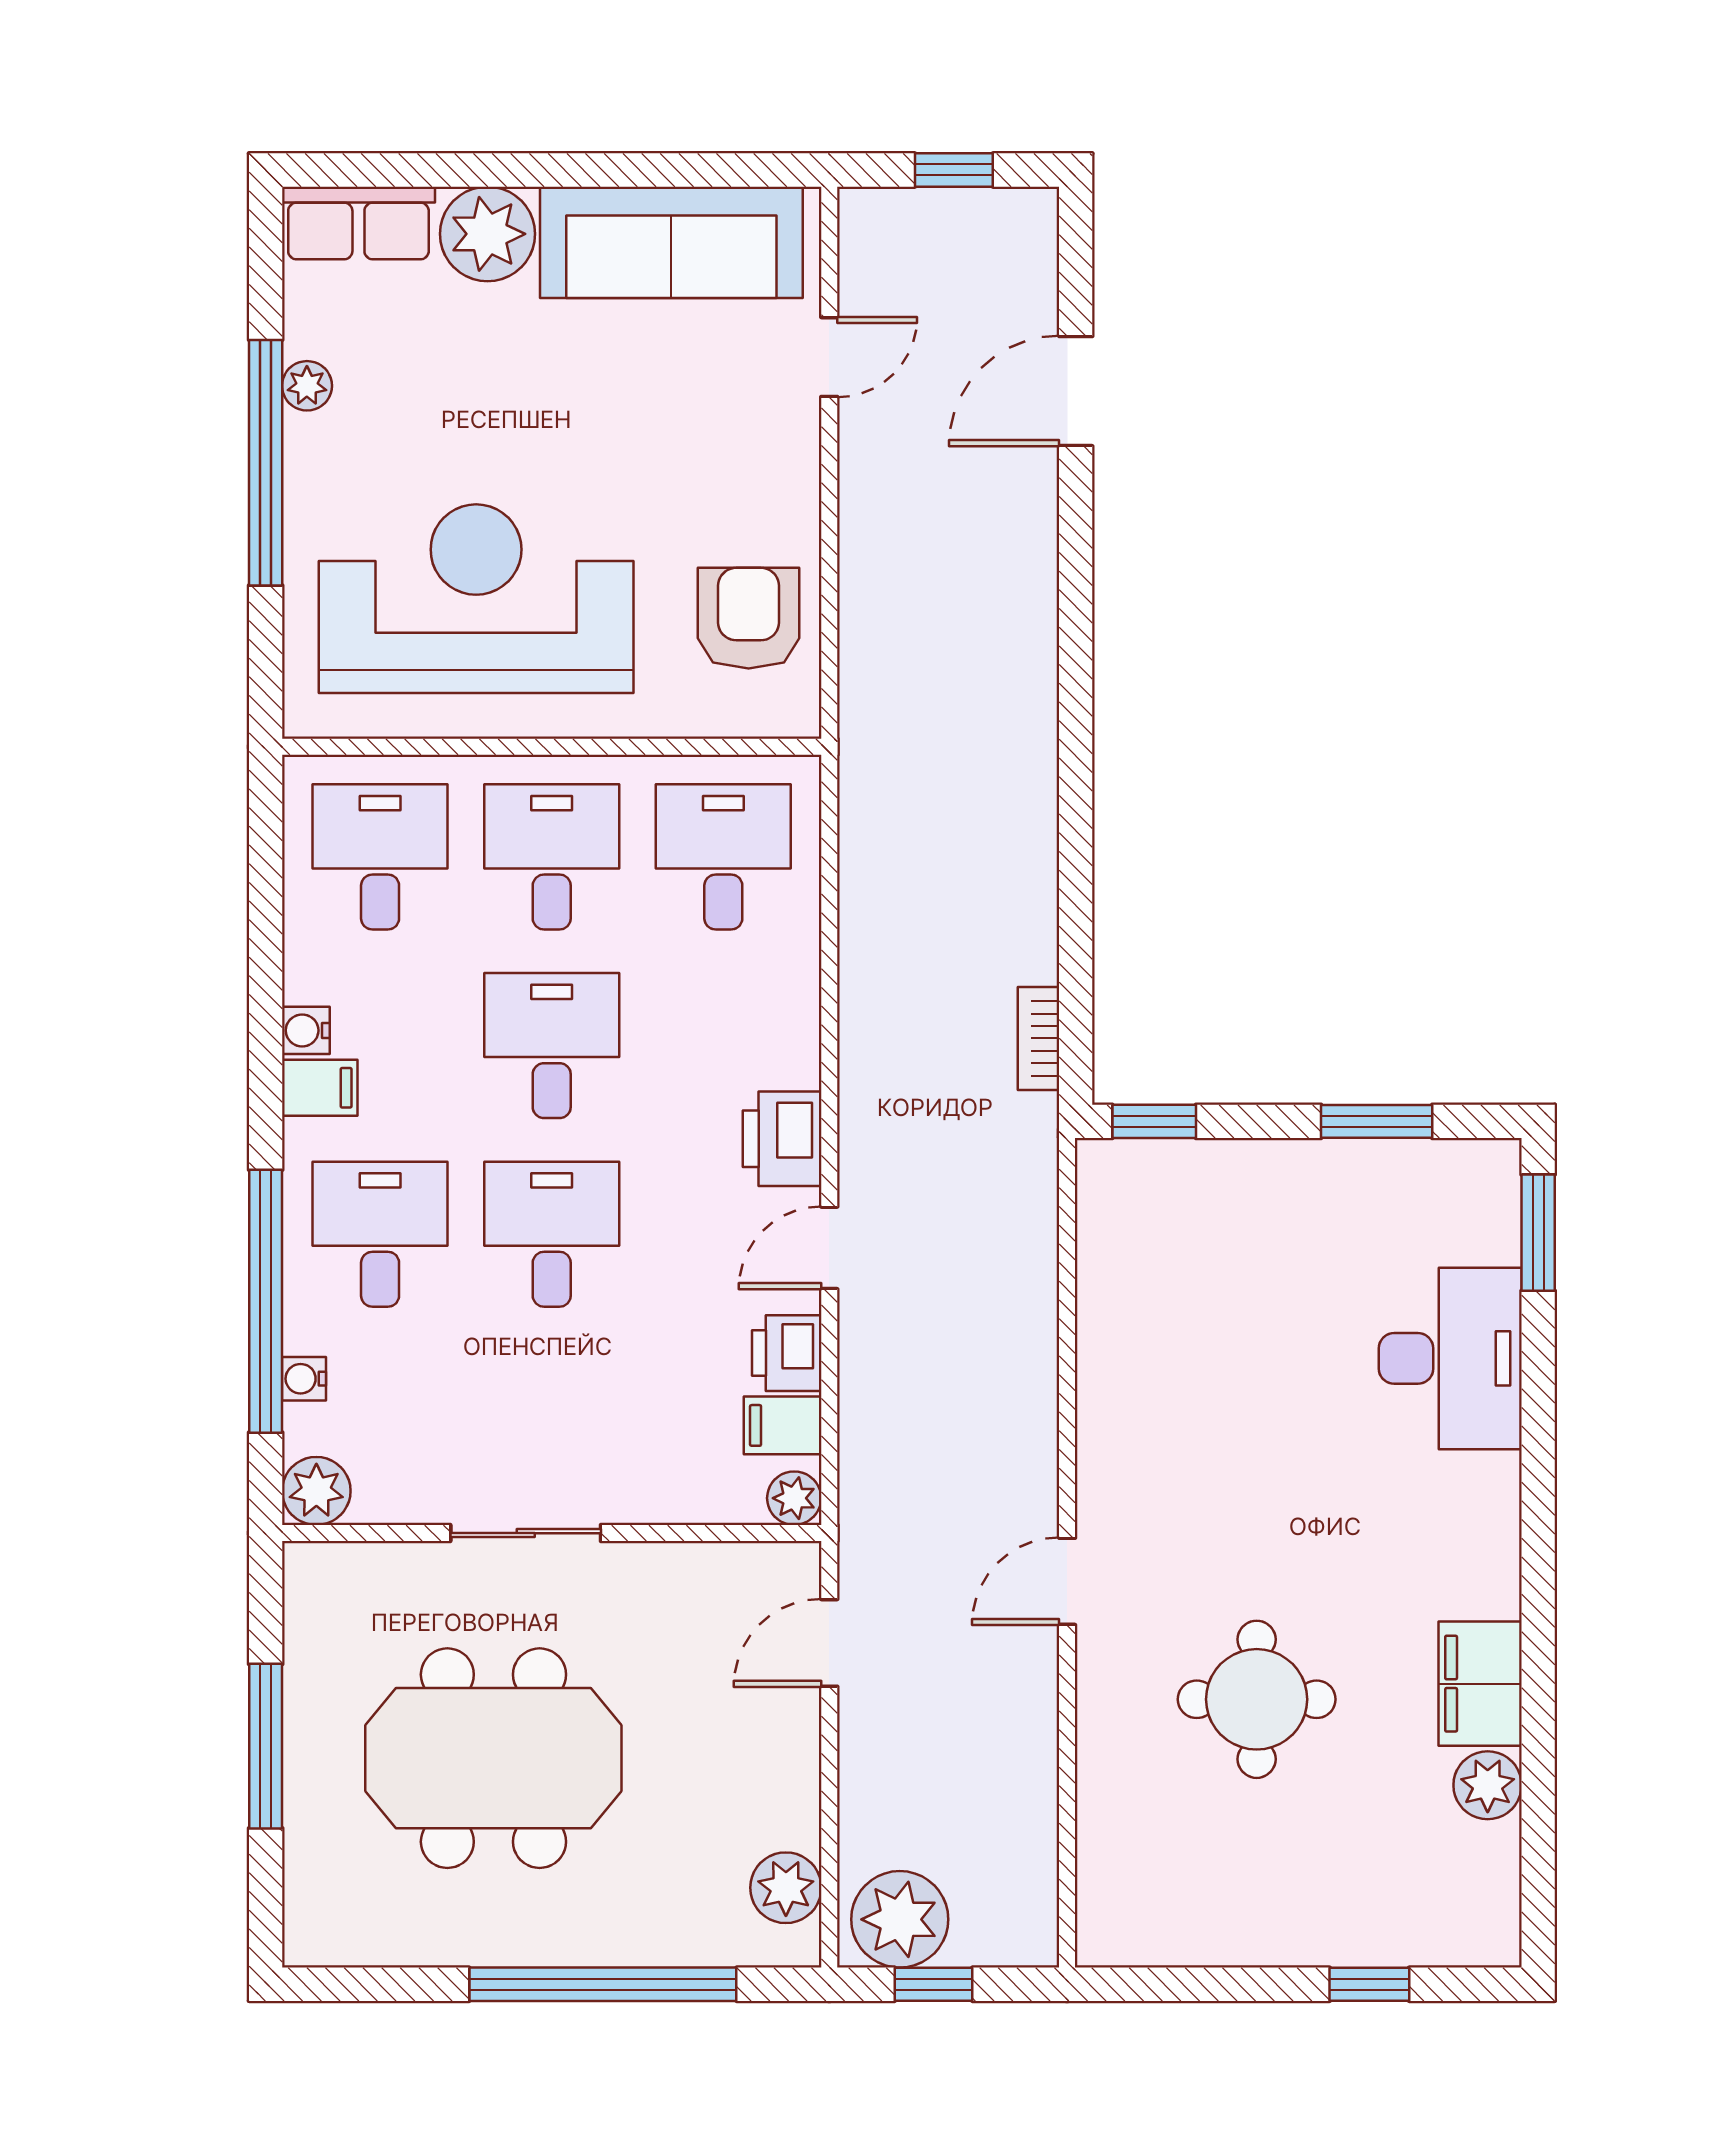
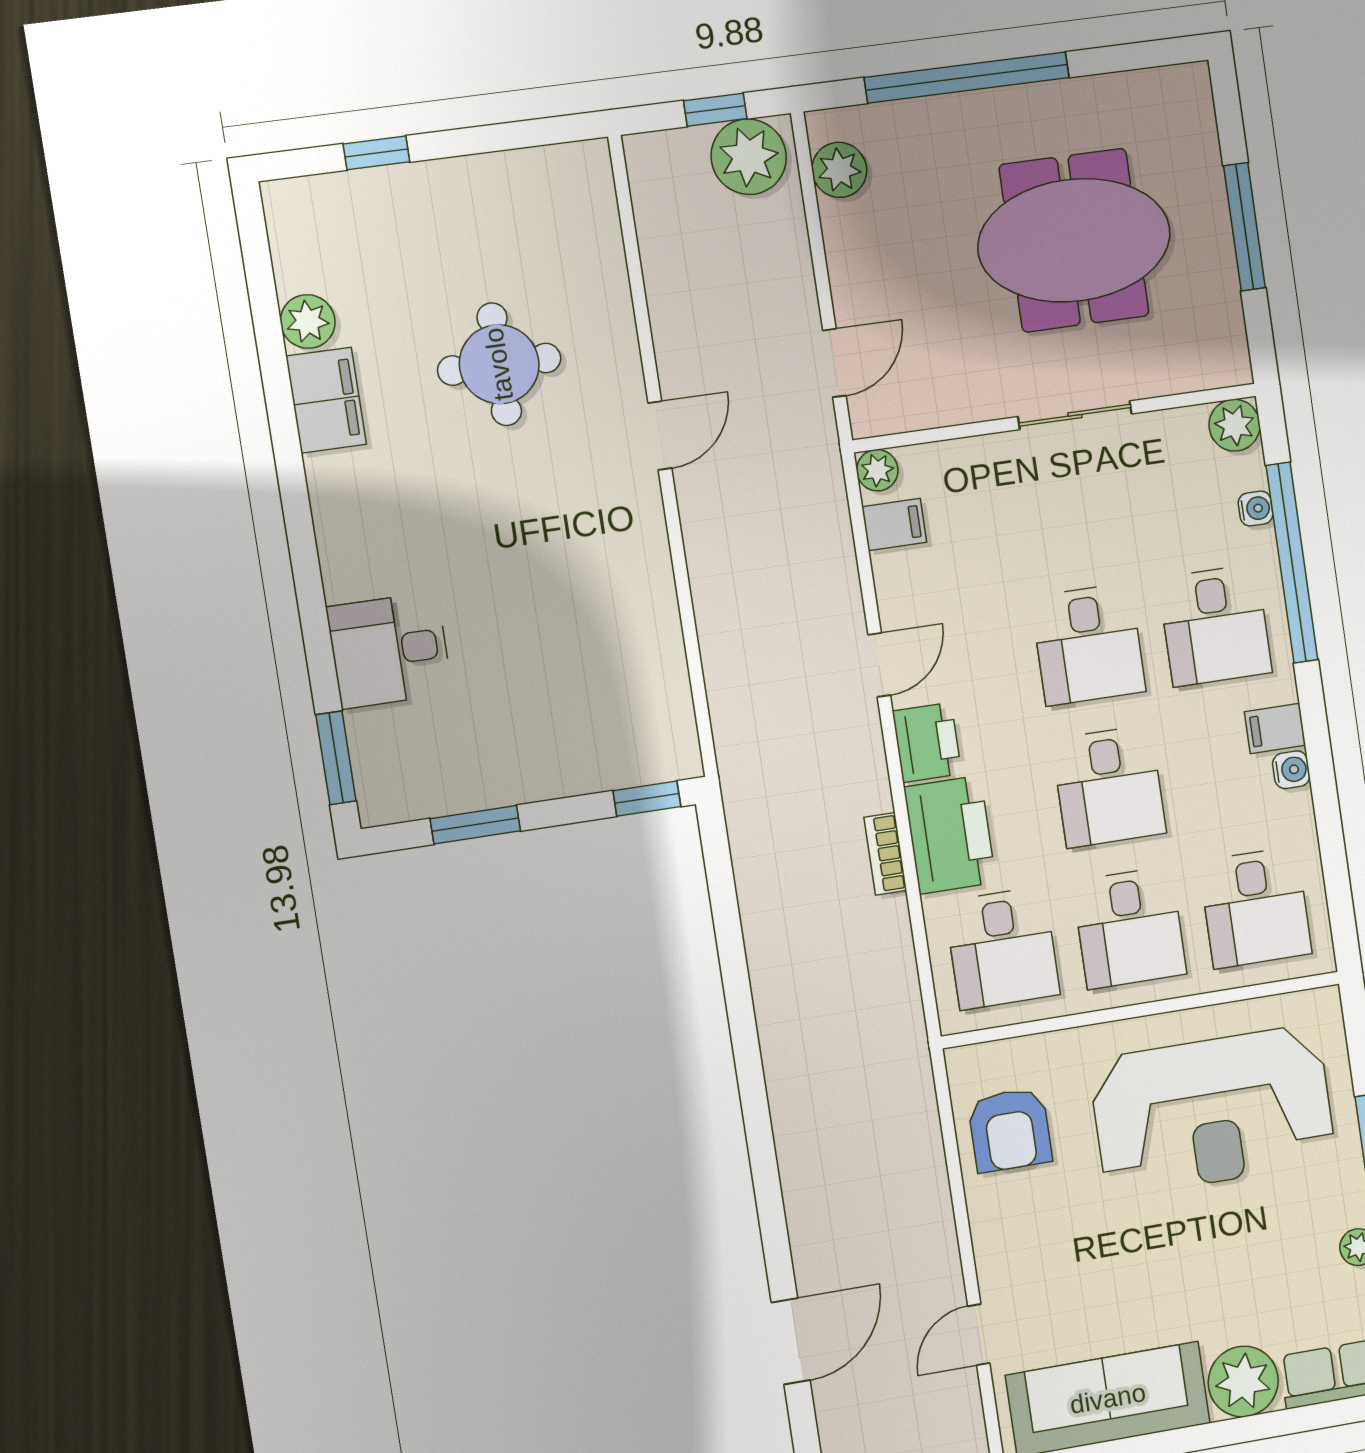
bookcase: (1038, 1038) -> (885, 854), moved, turned 180
printer: (787, 1353) -> (950, 835), moved, width x1.87, depth x1.48
desk: (1450, 1358) -> (389, 650), width x0.73

